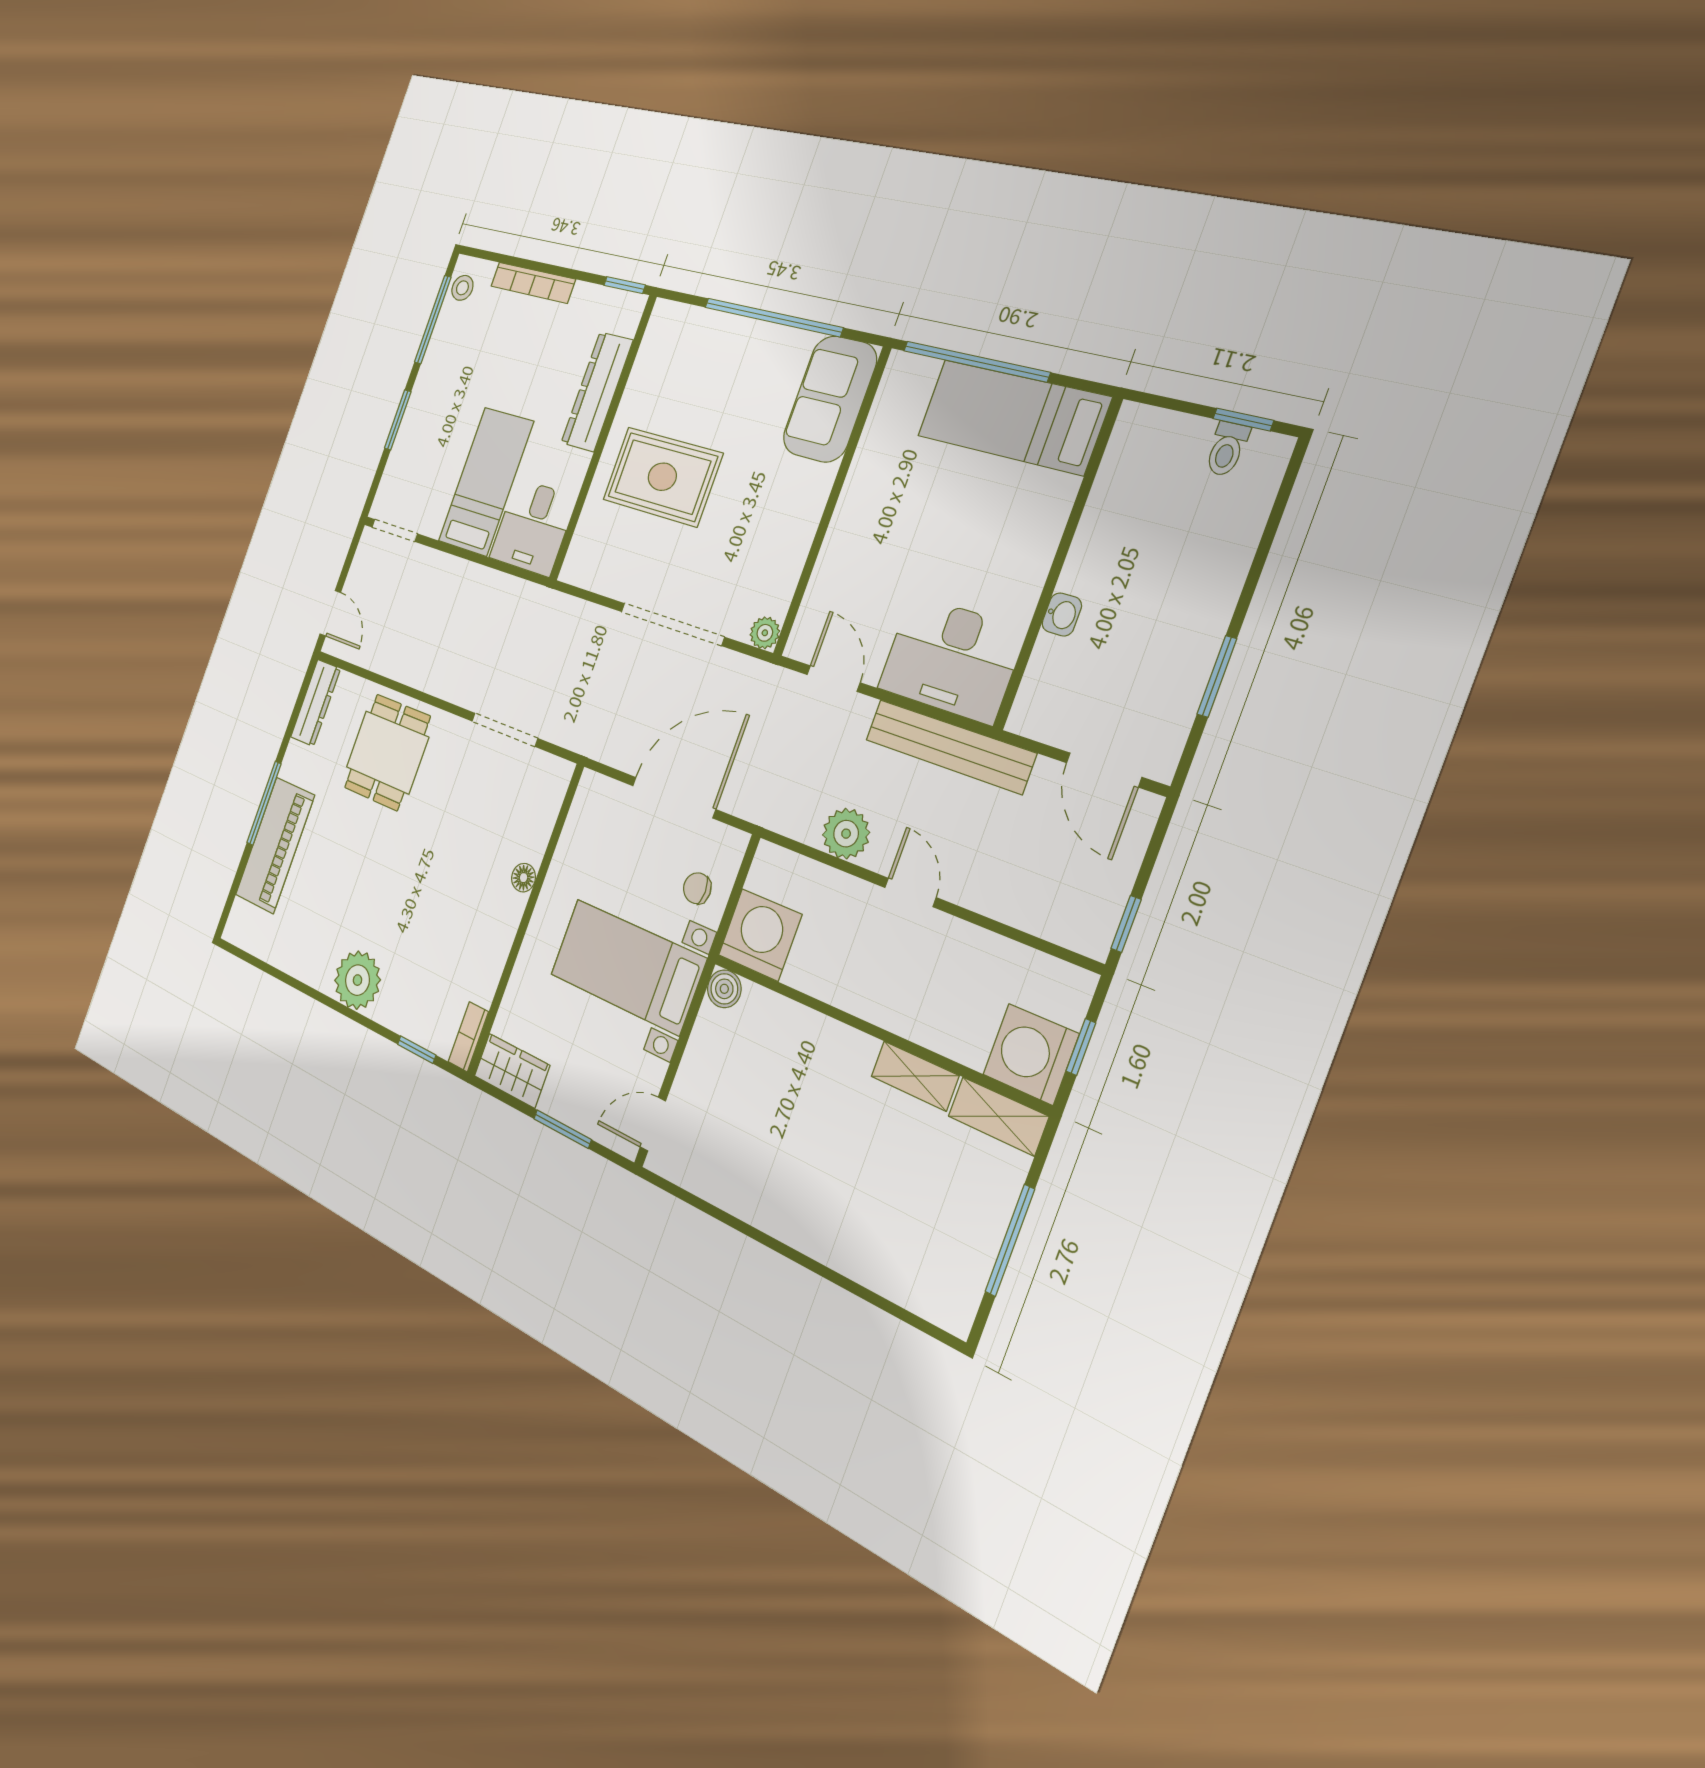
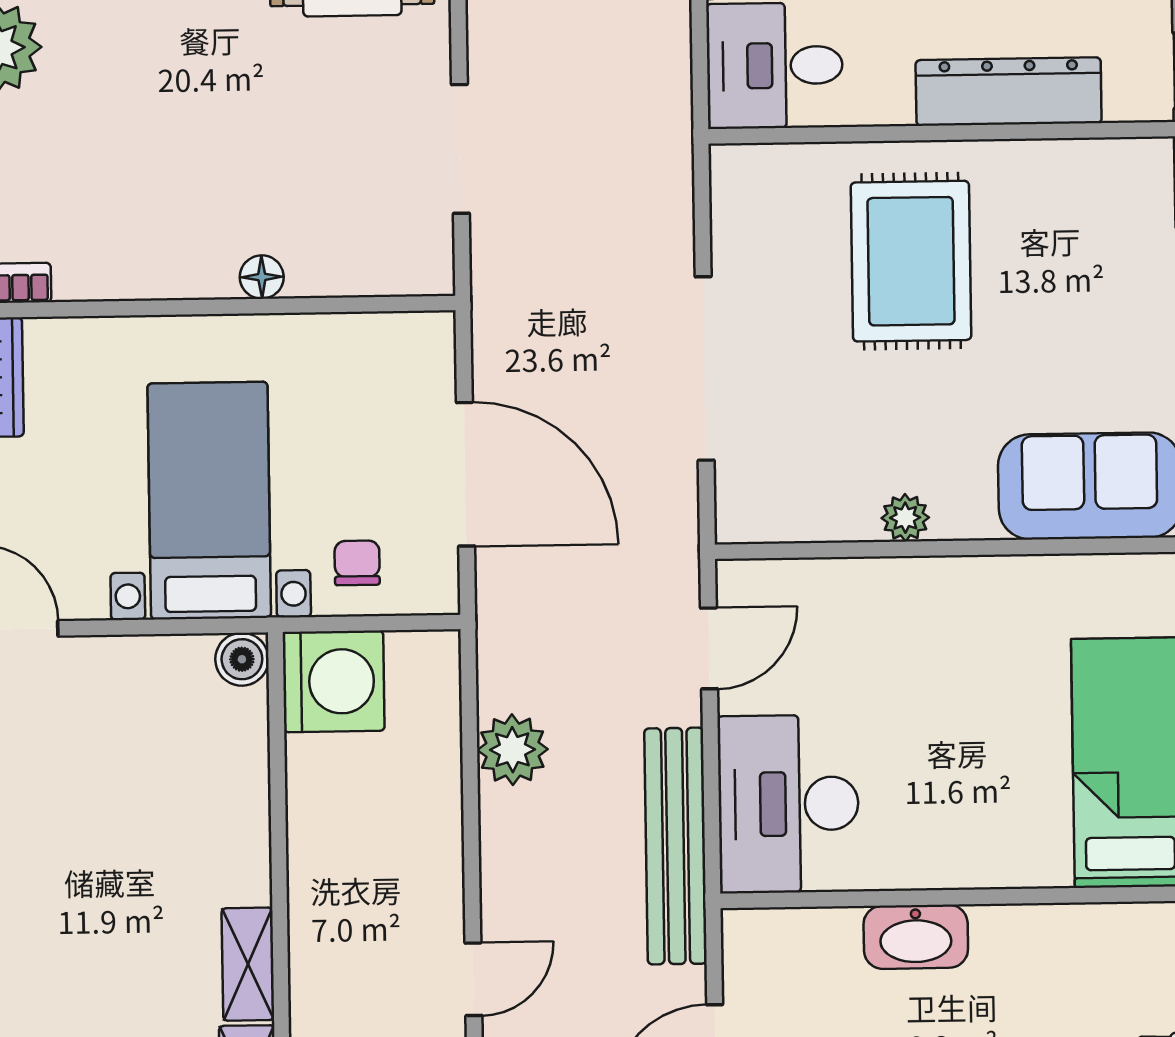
washbasin: (1062, 614) -> (916, 937), width x1.91, depth x1.45
plant: (765, 633) -> (905, 518), moved
door: (910, 892) -> (473, 979), moved

